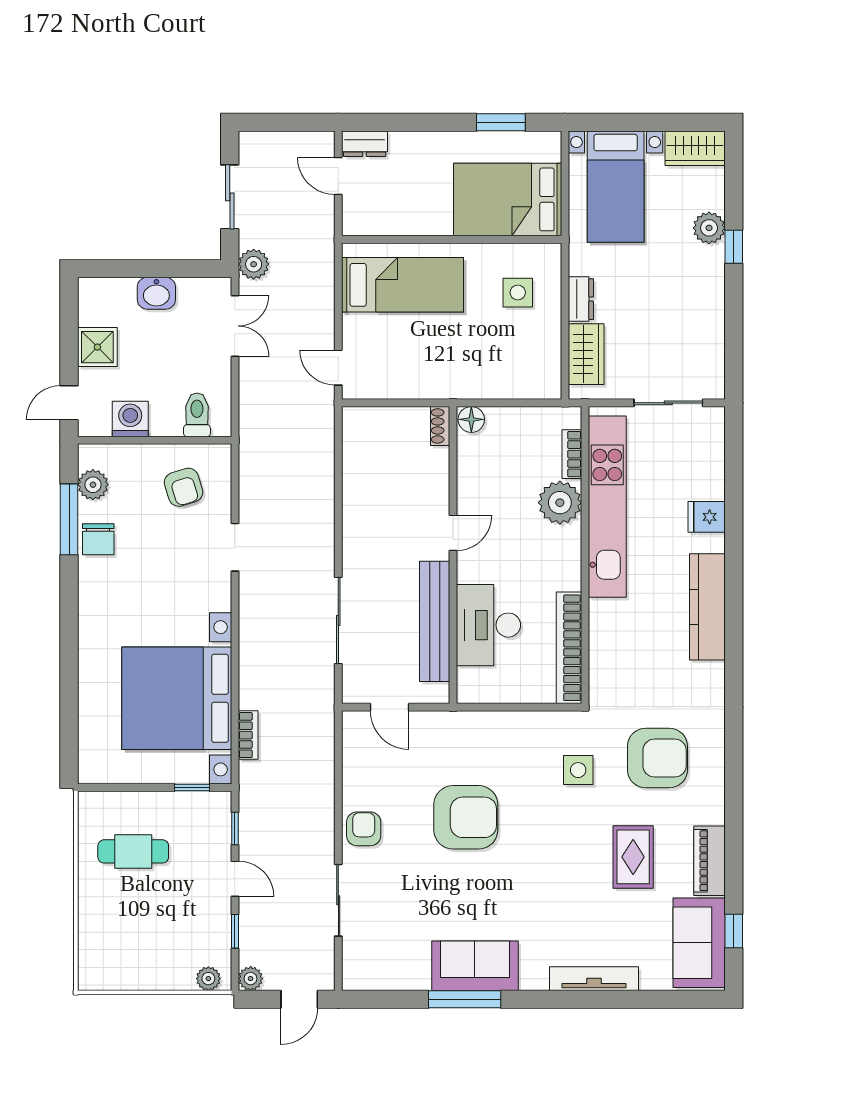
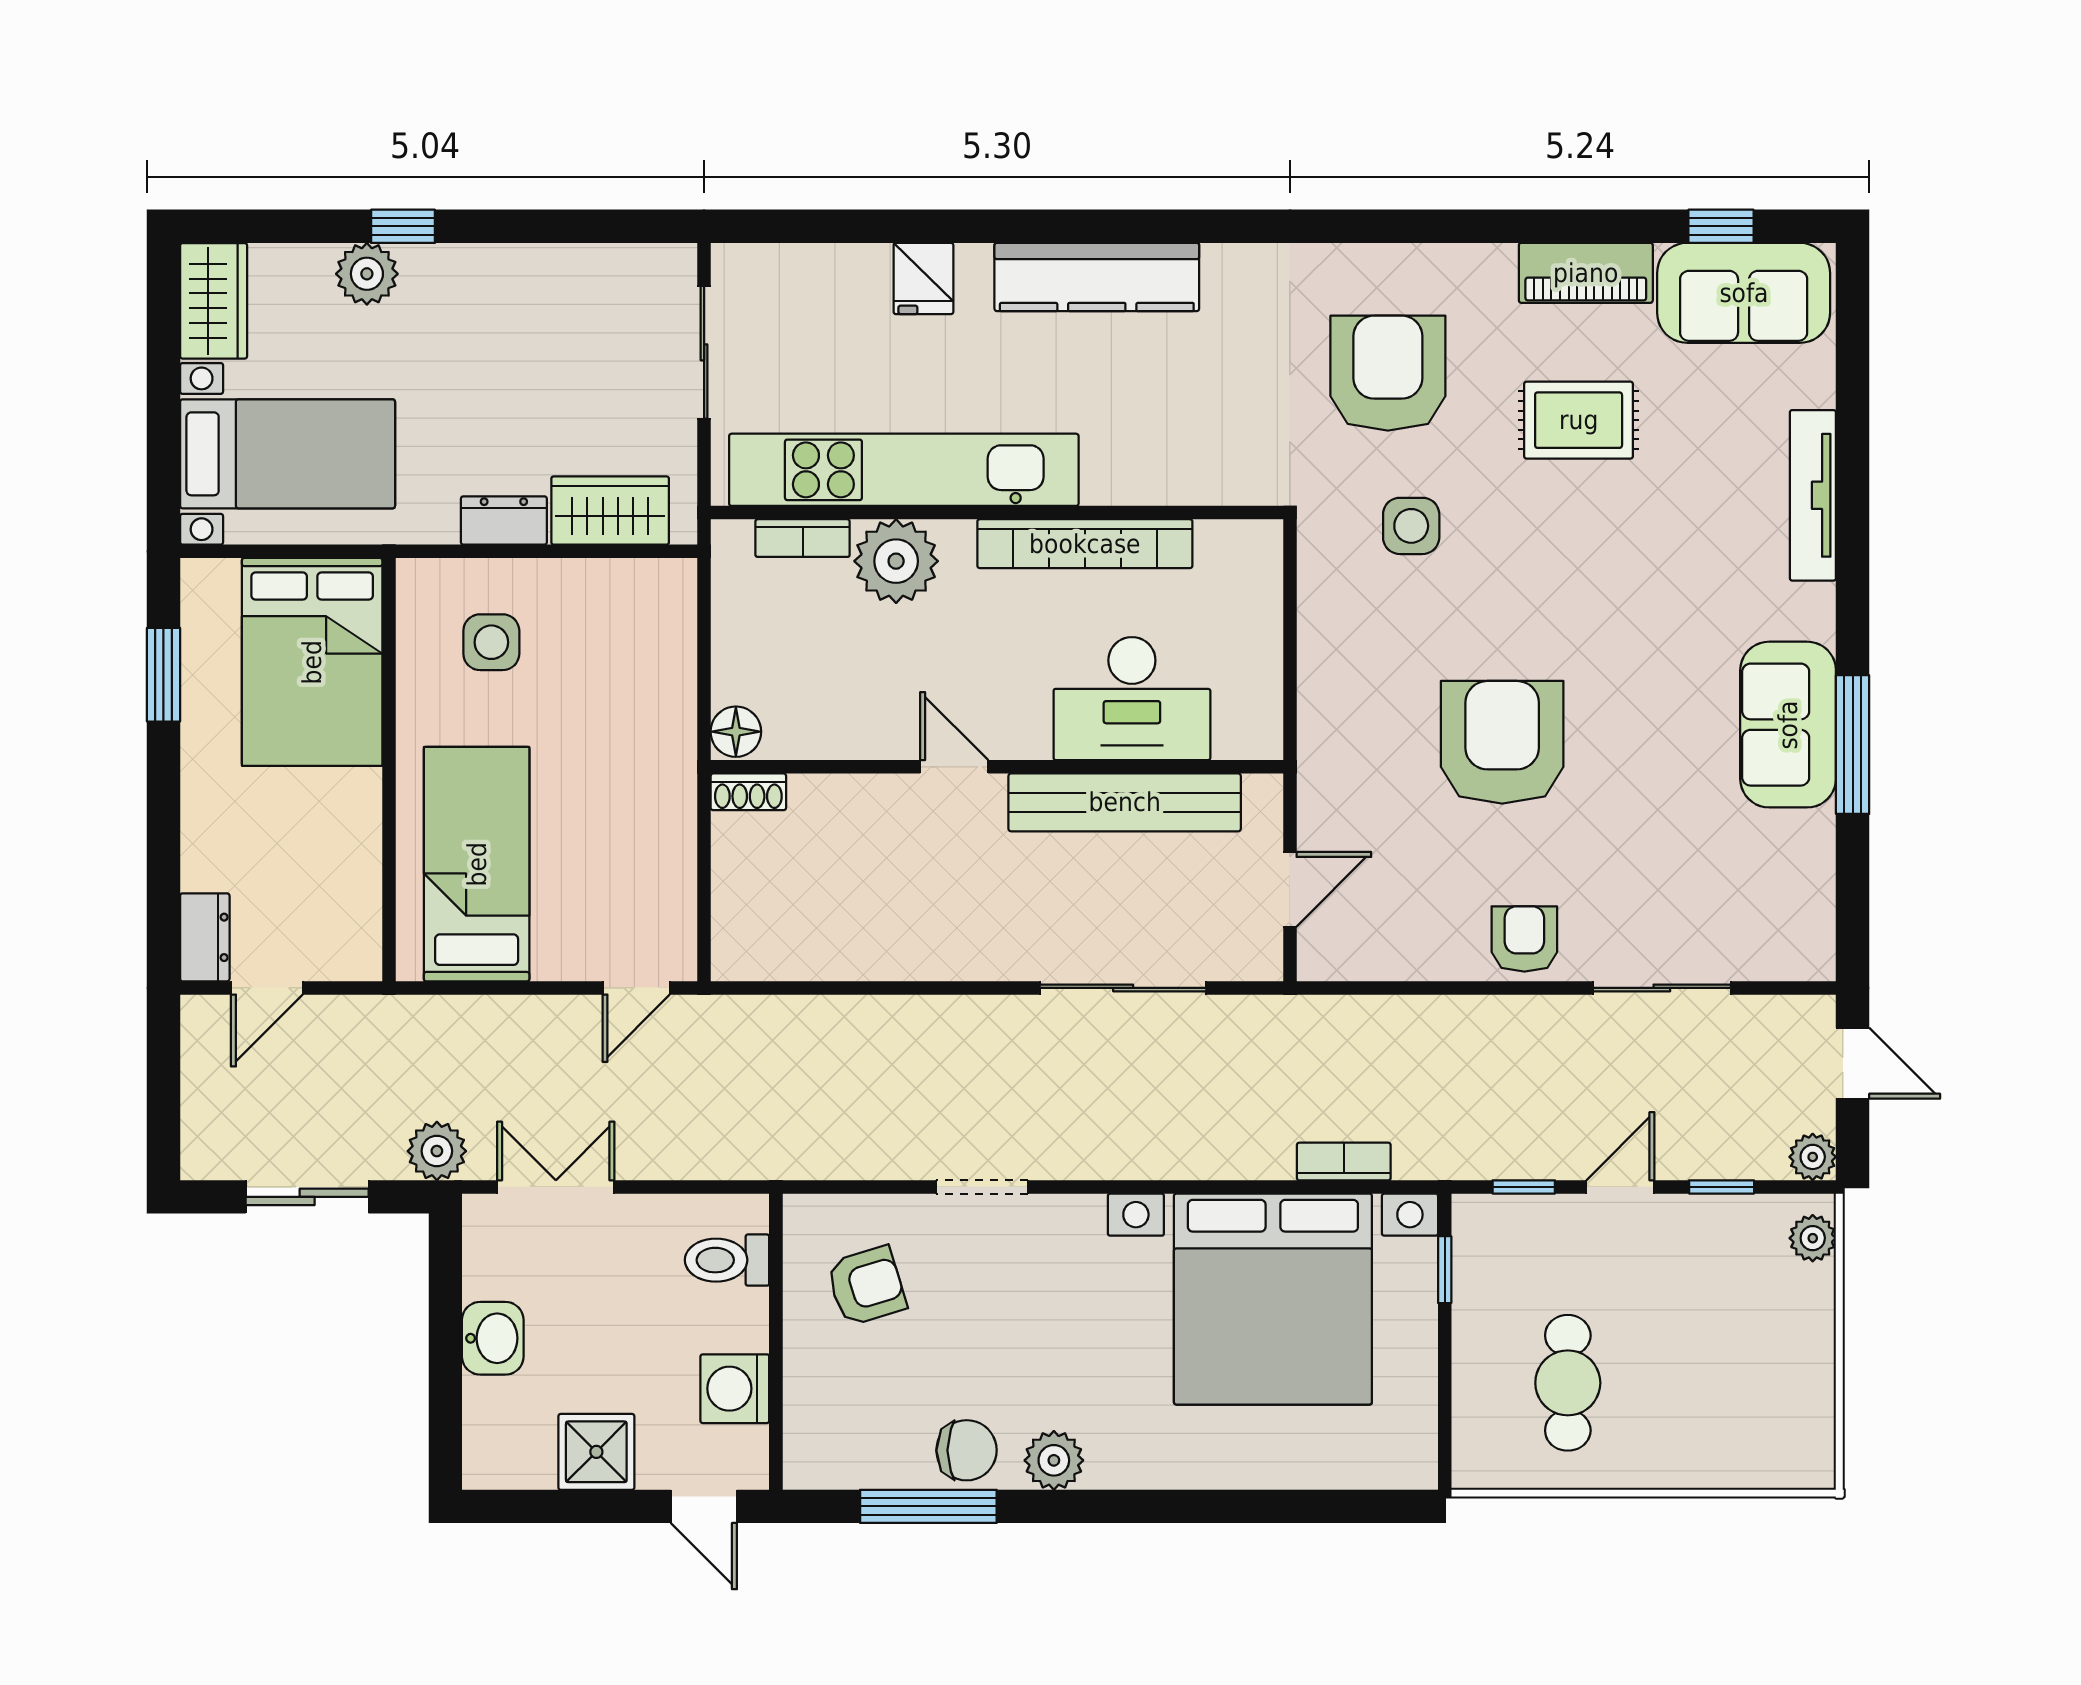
plant: (93, 485) -> (1054, 1460), moved
bookcase: (569, 648) -> (1085, 544), moved
armchair: (364, 829) -> (1524, 939), turned 90

